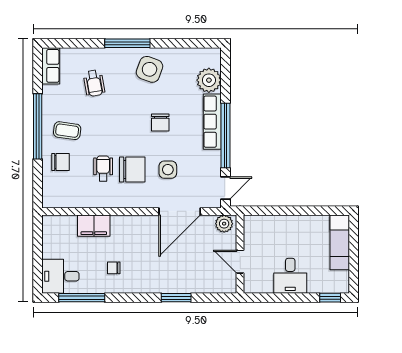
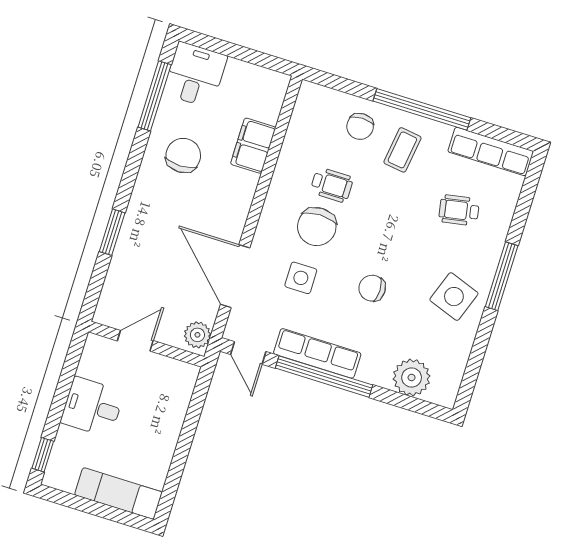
row of seats: (51, 66) -> (491, 151), width x1.48
row of seats: (212, 122) -> (317, 353), moved
chair: (114, 268) -> (183, 155), width x1.87, depth x1.87

